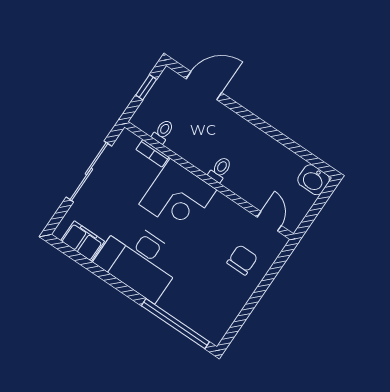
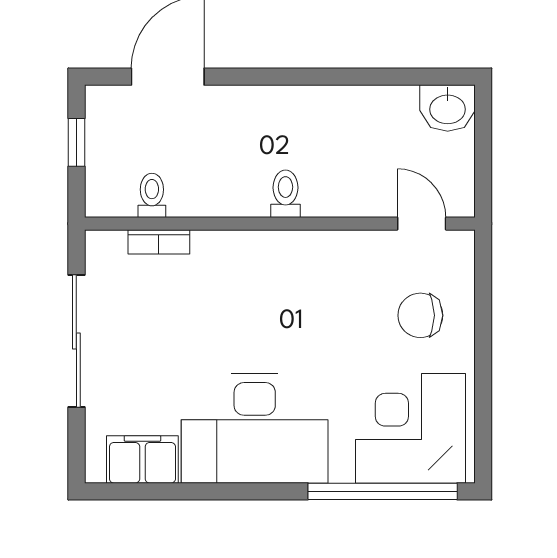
corner desk: (178, 197) -> (411, 428), moved, turned 180
chair: (242, 260) -> (420, 315), turned -90

